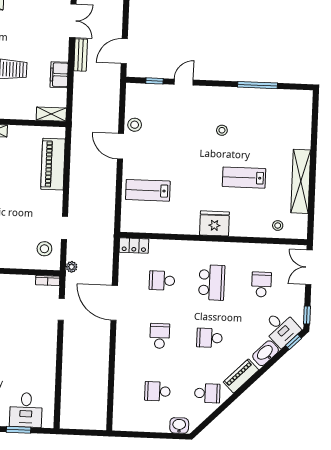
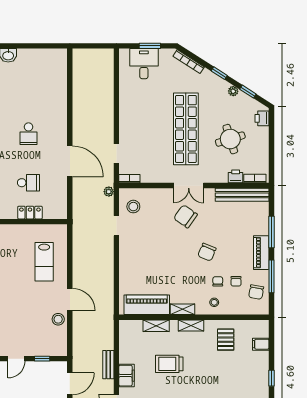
bench: (81, 55) -> (108, 365), moved
filing cabinet: (59, 75) -> (127, 376), moved
shelving: (51, 114) -> (156, 326), moved
piano: (53, 164) -> (147, 305), moved, turned -90
lab bench: (148, 190) -> (44, 262), turned 90
locker: (134, 246) -> (30, 213), moved
school desk: (157, 391) -> (28, 85), removed

